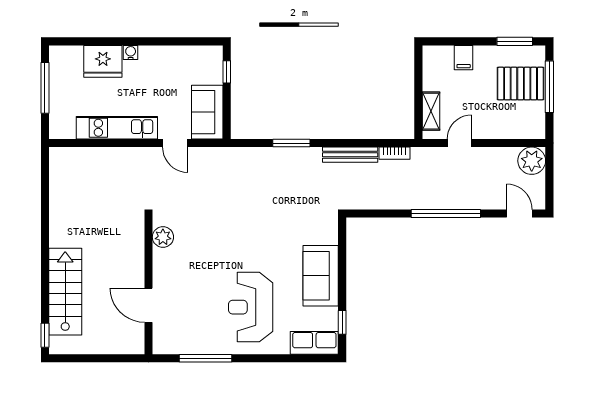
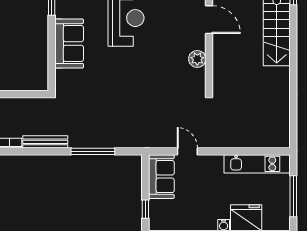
kitchen unit: (117, 128) -> (257, 164), moved
window: (291, 143) -> (93, 151), width x1.44
plant: (163, 237) -> (197, 59), moved

